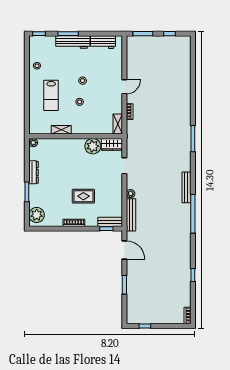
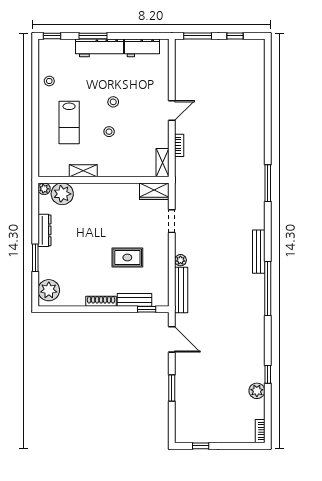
plant: (93, 146) -> (62, 194), moved
rug: (83, 196) -> (127, 257), moved
bench: (110, 222) -> (134, 300), moved
plant: (185, 287) -> (257, 391), added

